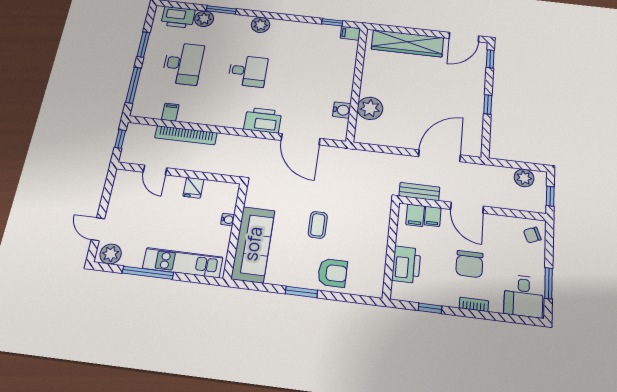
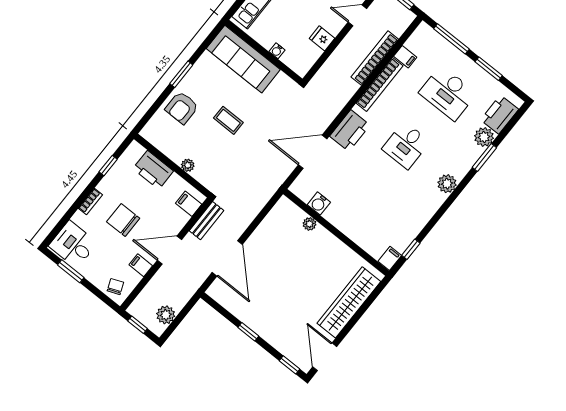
plant: (370, 108) -> (309, 224), width x0.53, depth x0.53
bookcase: (207, 119) -> (379, 84), added
filing cabinet: (433, 216) -> (141, 265), moved
plant: (382, 236) -> (188, 165), added

